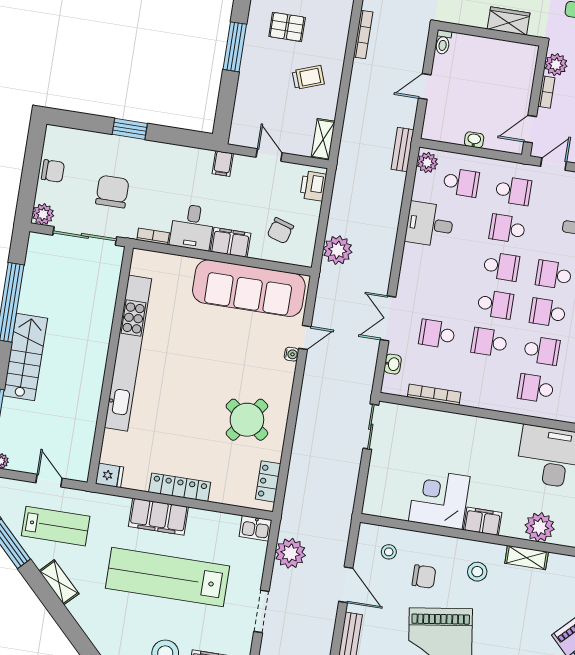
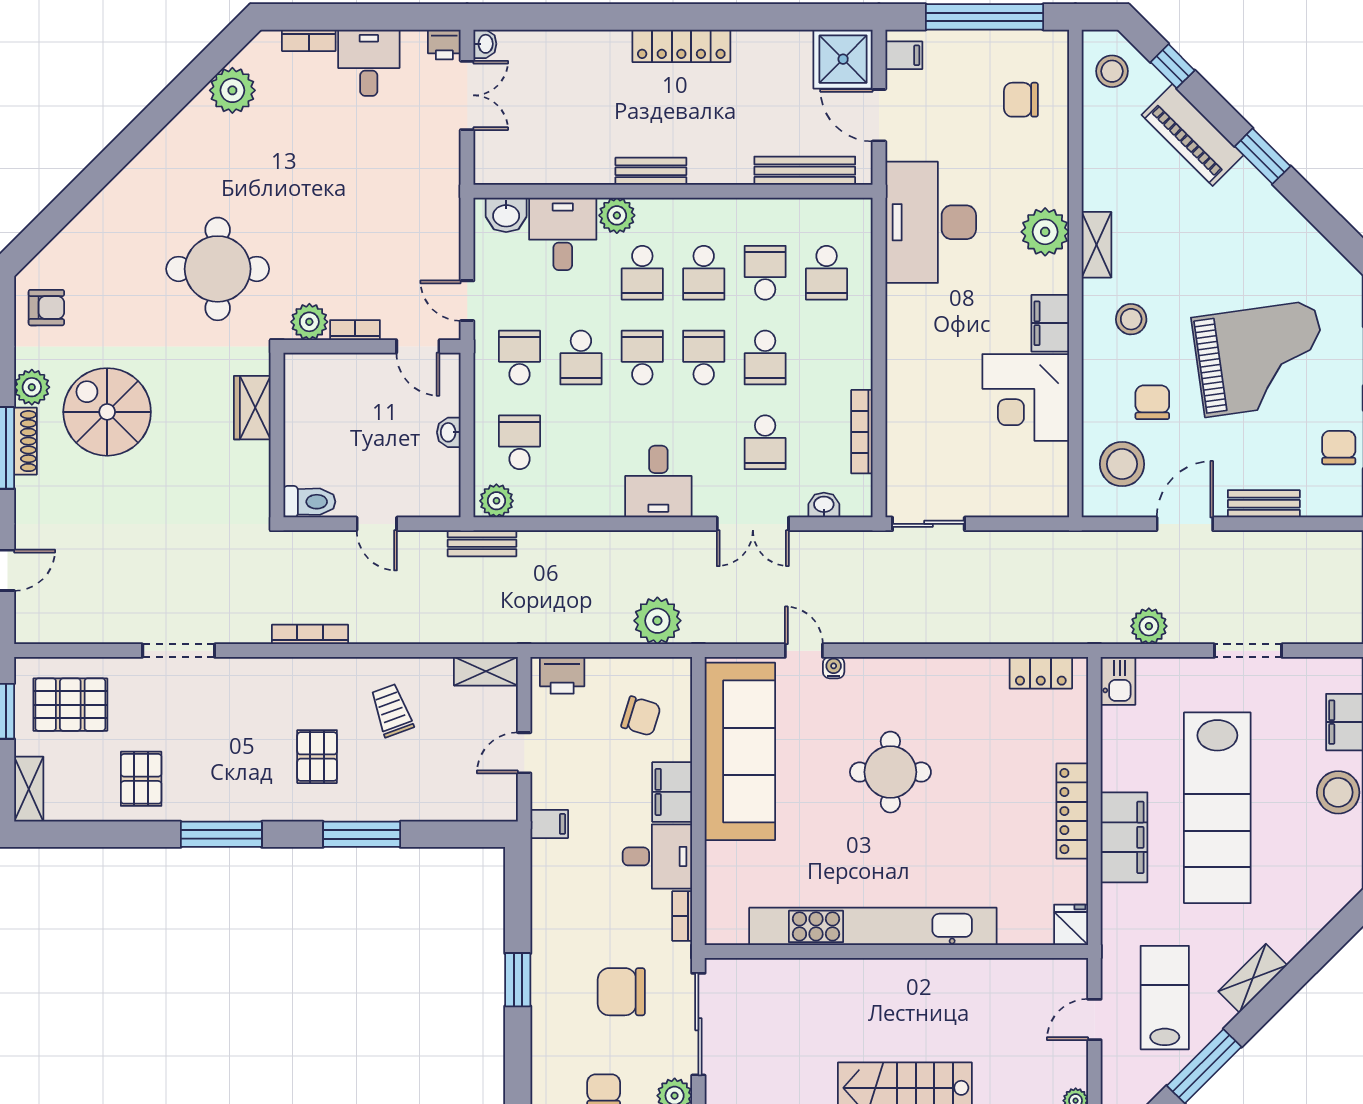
toilet: (443, 42) -> (309, 502), width x1.37, depth x1.39
desk: (430, 224) -> (658, 482), moved
round table: (247, 420) -> (890, 772), moved, turned -36
stool: (389, 552) -> (1122, 464), width x1.89, depth x1.89
plant: (290, 553) -> (1149, 626), width x0.73, depth x0.73

